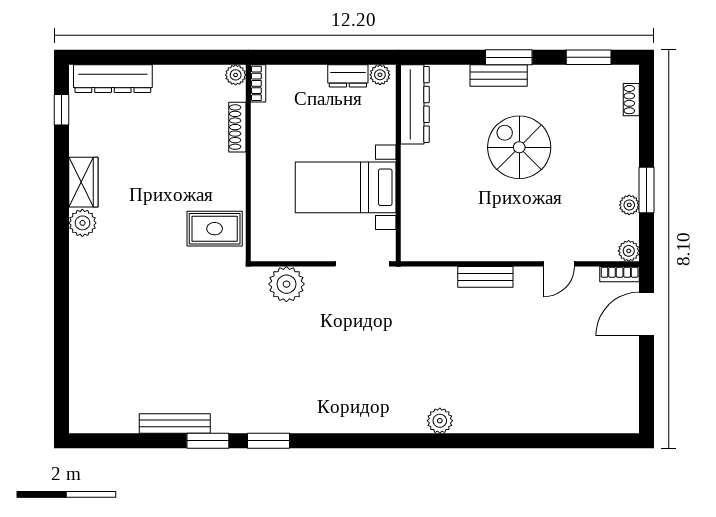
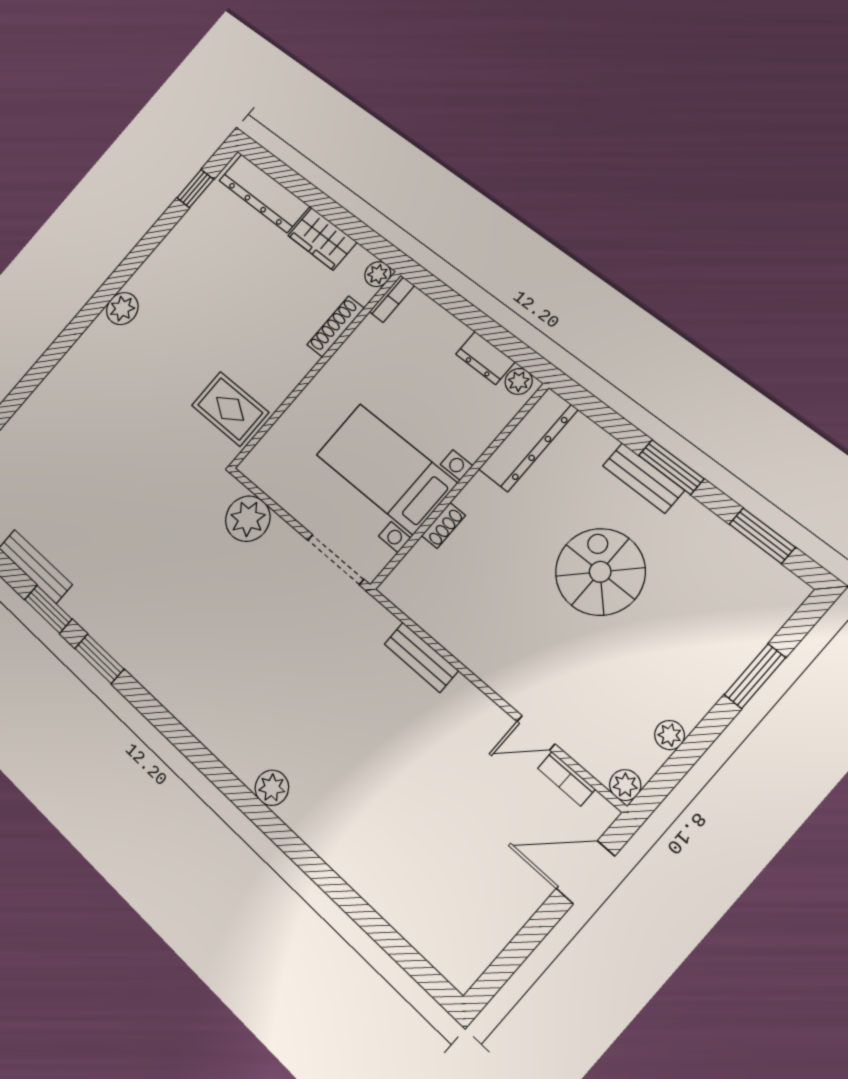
shoe rack: (631, 100) -> (443, 525), moved, turned 180
wardrobe: (83, 182) -> (322, 239), moved, turned 90
window: (647, 190) -> (755, 676), moved
bookcase: (620, 274) -> (566, 779), moved
bench: (485, 277) -> (421, 657), moved

